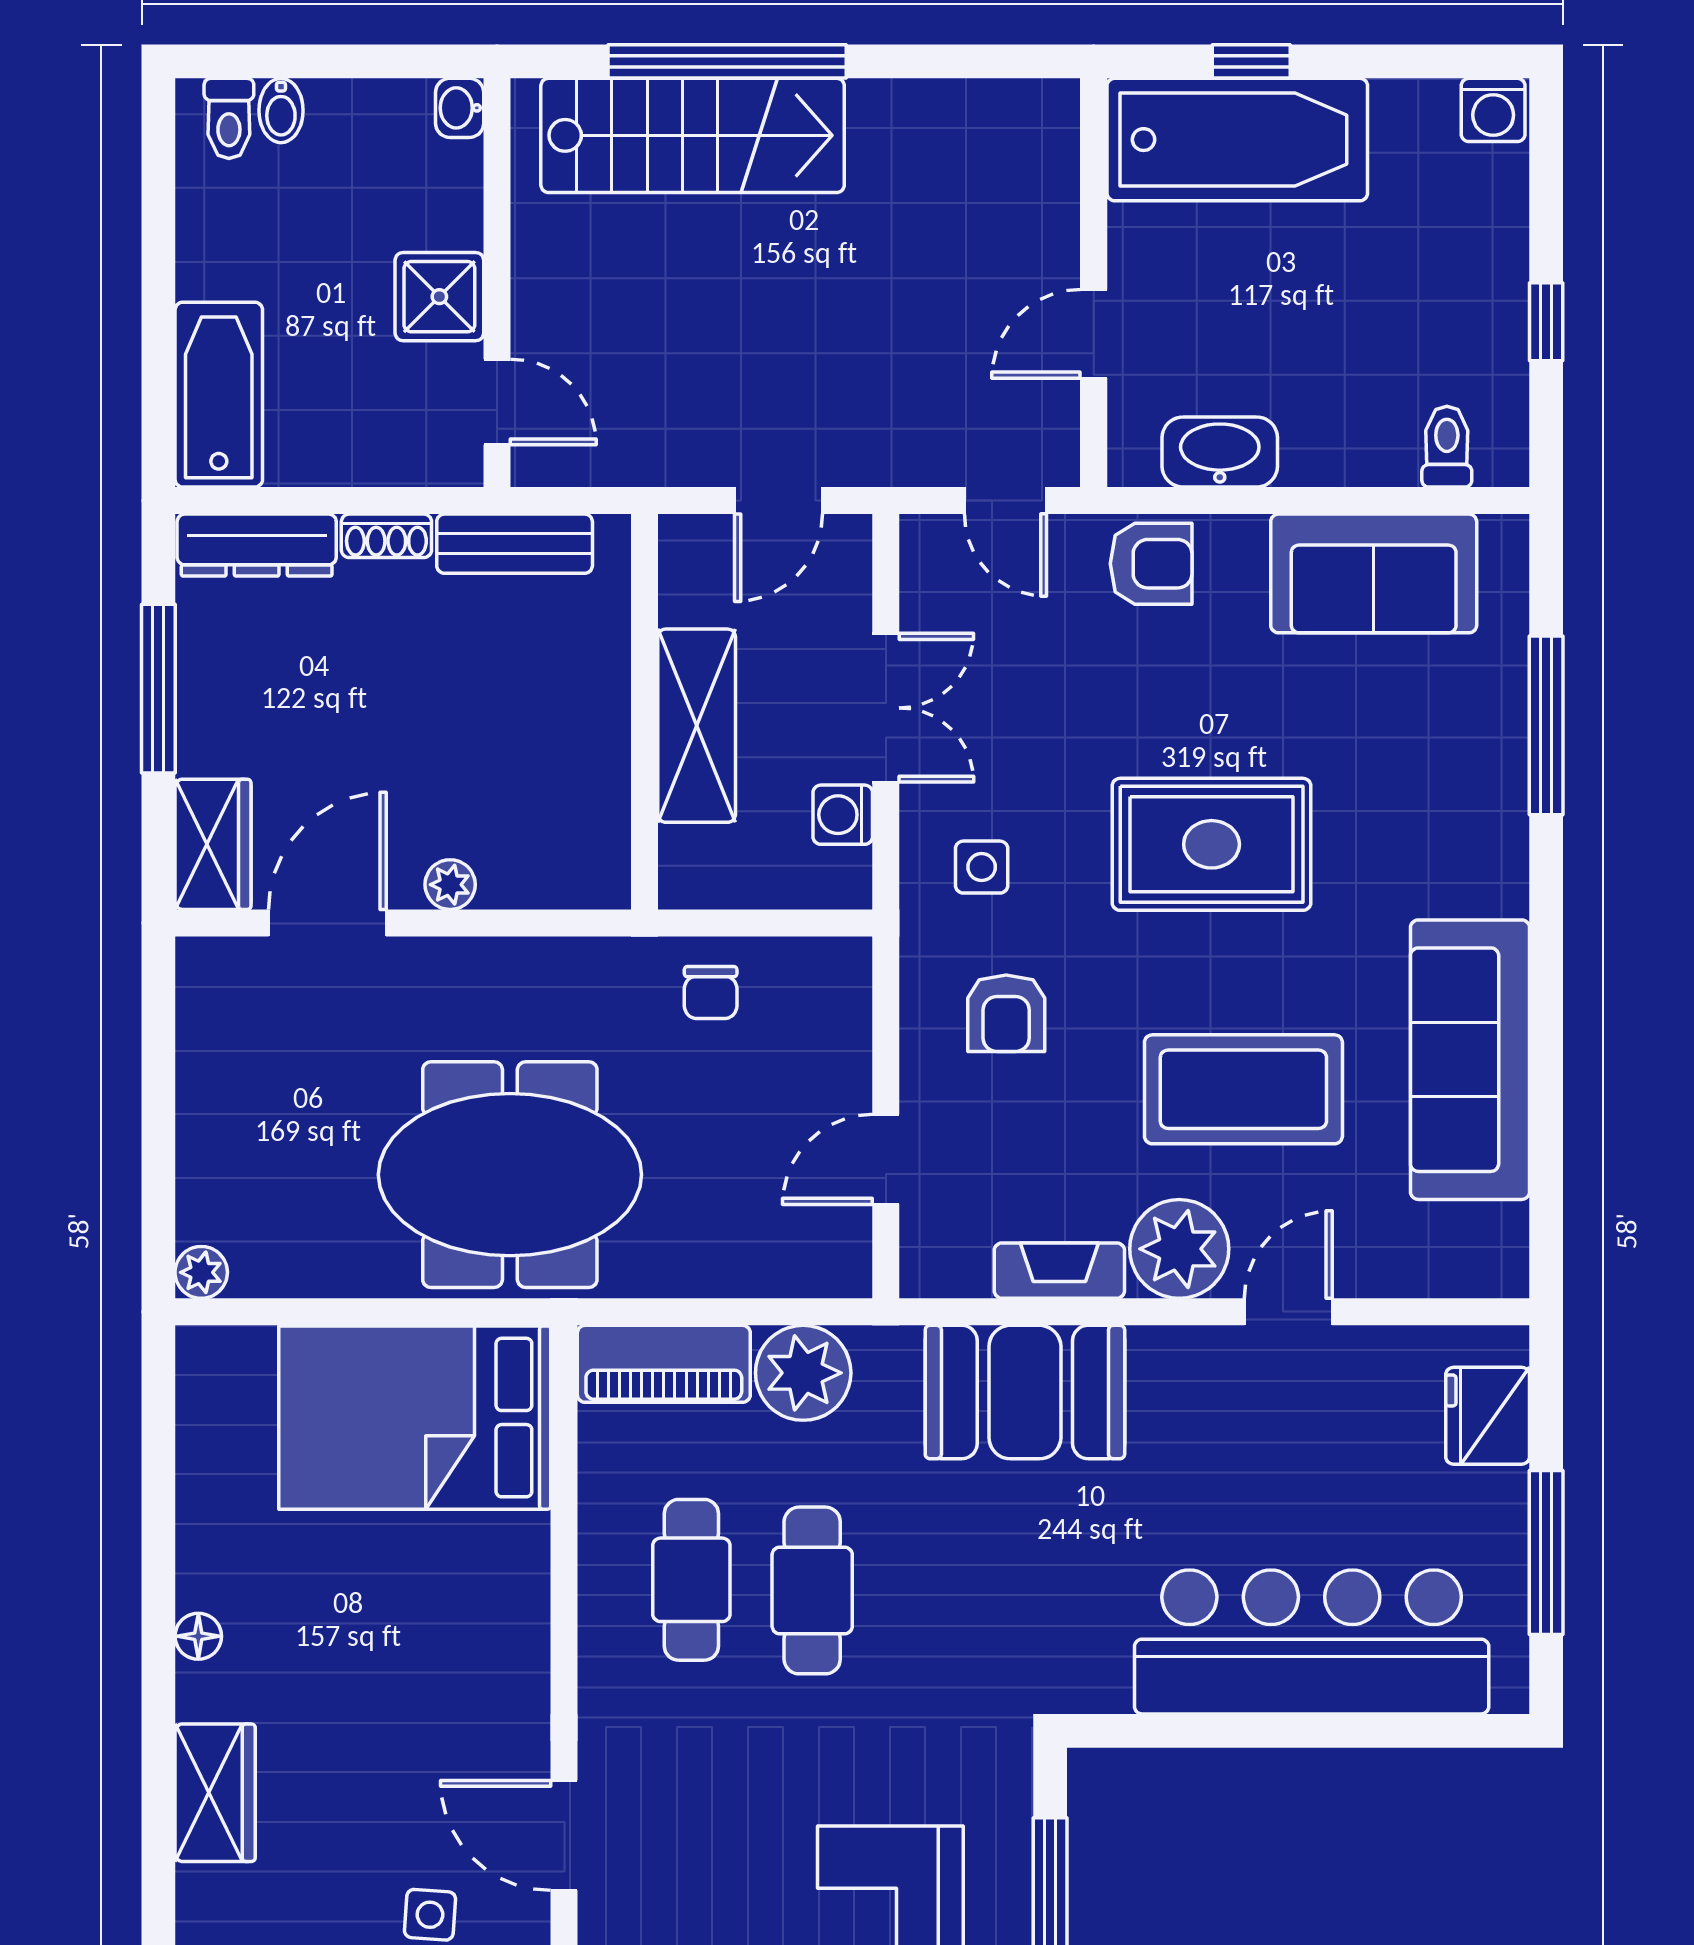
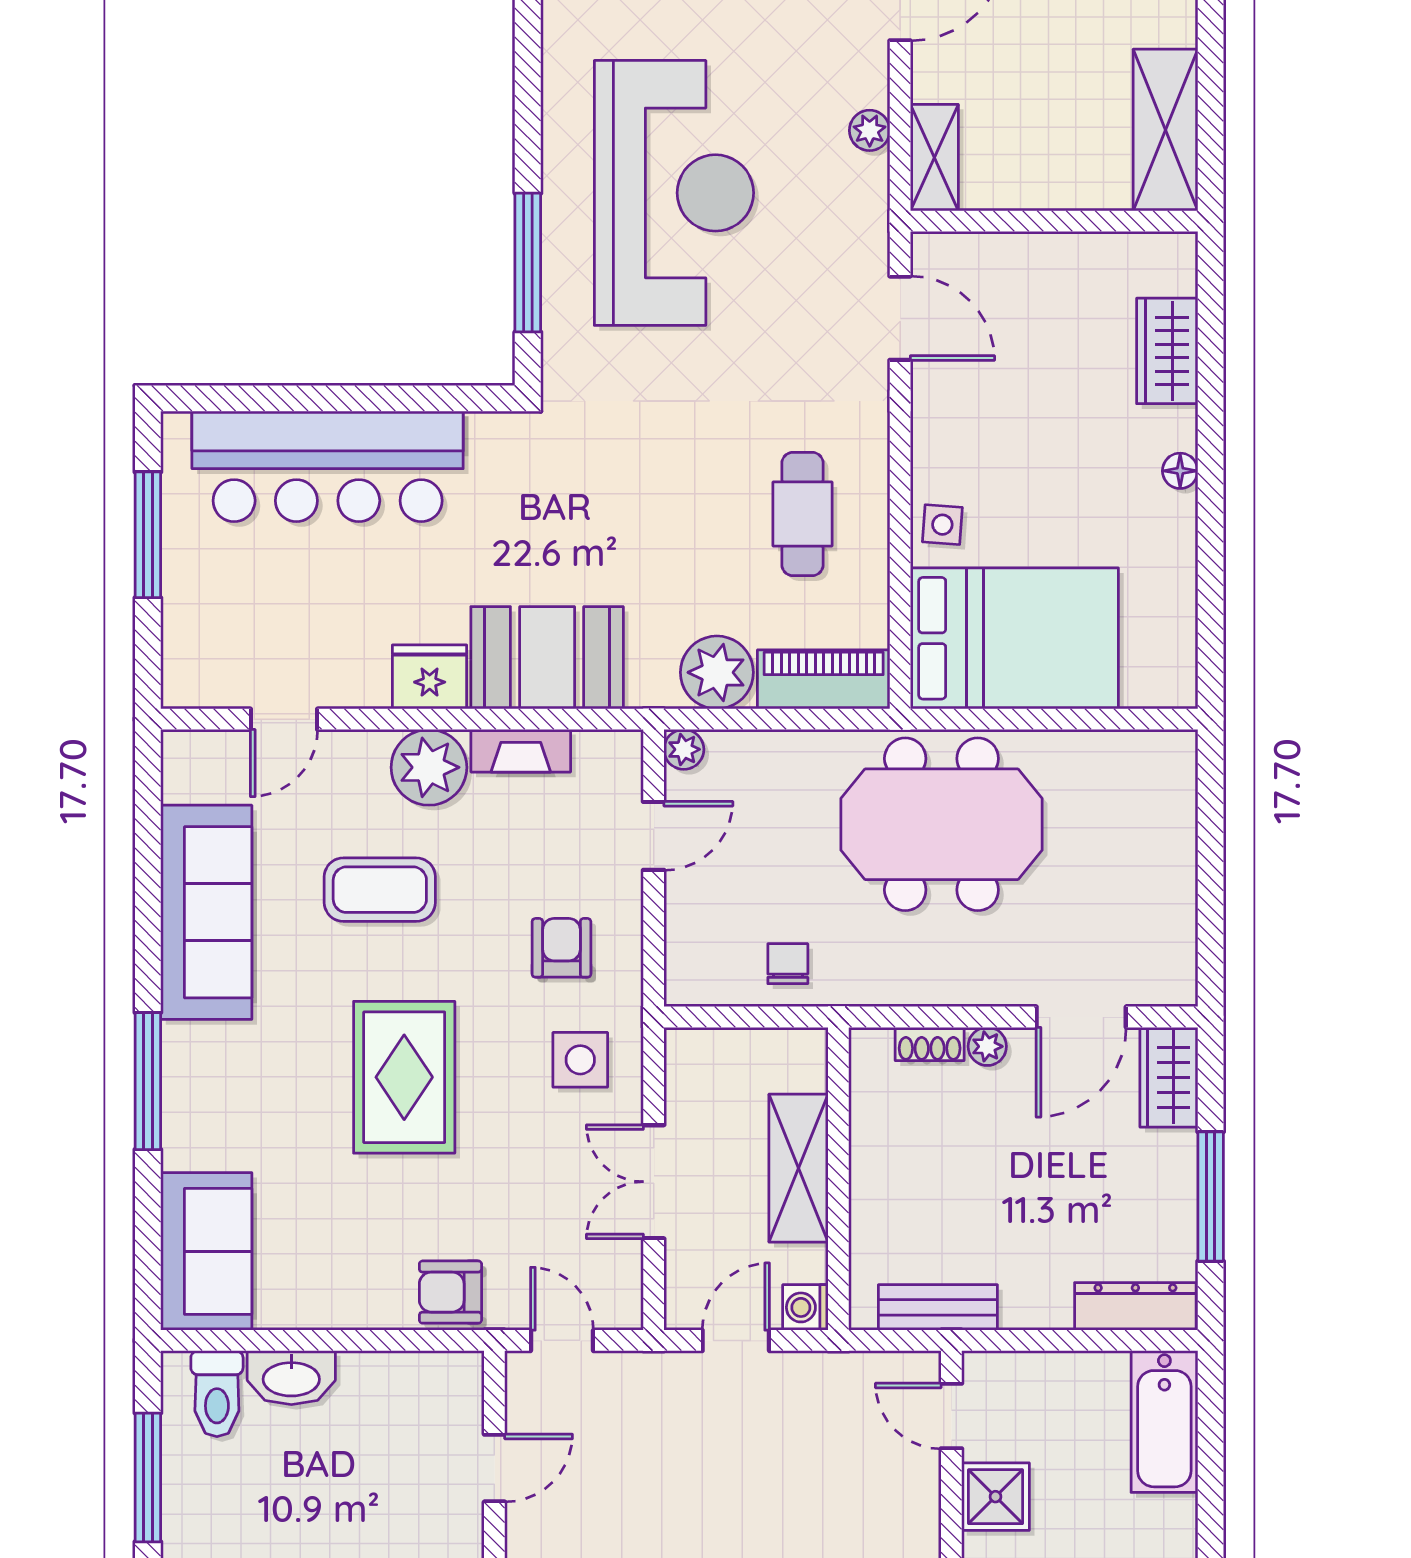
window: (1546, 322) -> (148, 1477), width x2.17
toilet: (1447, 447) -> (217, 1394), width x1.37, depth x1.39
washbasin: (1220, 452) -> (291, 1378), moved
shoe rack: (386, 536) -> (930, 1044), moved, turned 180
sofa: (1374, 573) -> (206, 1251), moved, turned 90
window: (1546, 725) -> (148, 1081), moved
washing machine: (843, 815) -> (805, 1307), moved, turned 180
rug: (1212, 844) -> (404, 1077), turned 90
side table: (982, 867) -> (580, 1060), width x1.37, depth x1.37
coffee table: (1243, 1089) -> (380, 890), width x0.73, depth x0.76
plant: (201, 1272) -> (684, 749), moved
door: (1288, 1312) -> (284, 719), moved
fridge: (1488, 1416) -> (430, 677), moved, turned -90
cafe table: (812, 1590) -> (710, 506), removed
side table: (430, 1915) -> (942, 525), moved

